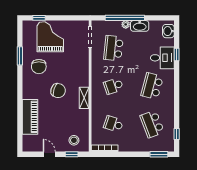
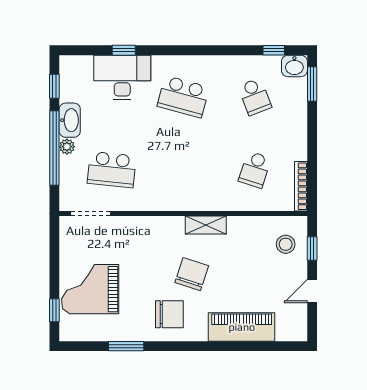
window: (158, 18) -> (54, 86), added
washbasin: (168, 31) -> (294, 66), moved
desk: (162, 58) -> (122, 77), width x1.37
chair: (39, 67) -> (169, 314), moved
school desk: (113, 86) -> (183, 170), removed
school desk: (152, 124) -> (255, 97), width x0.54

